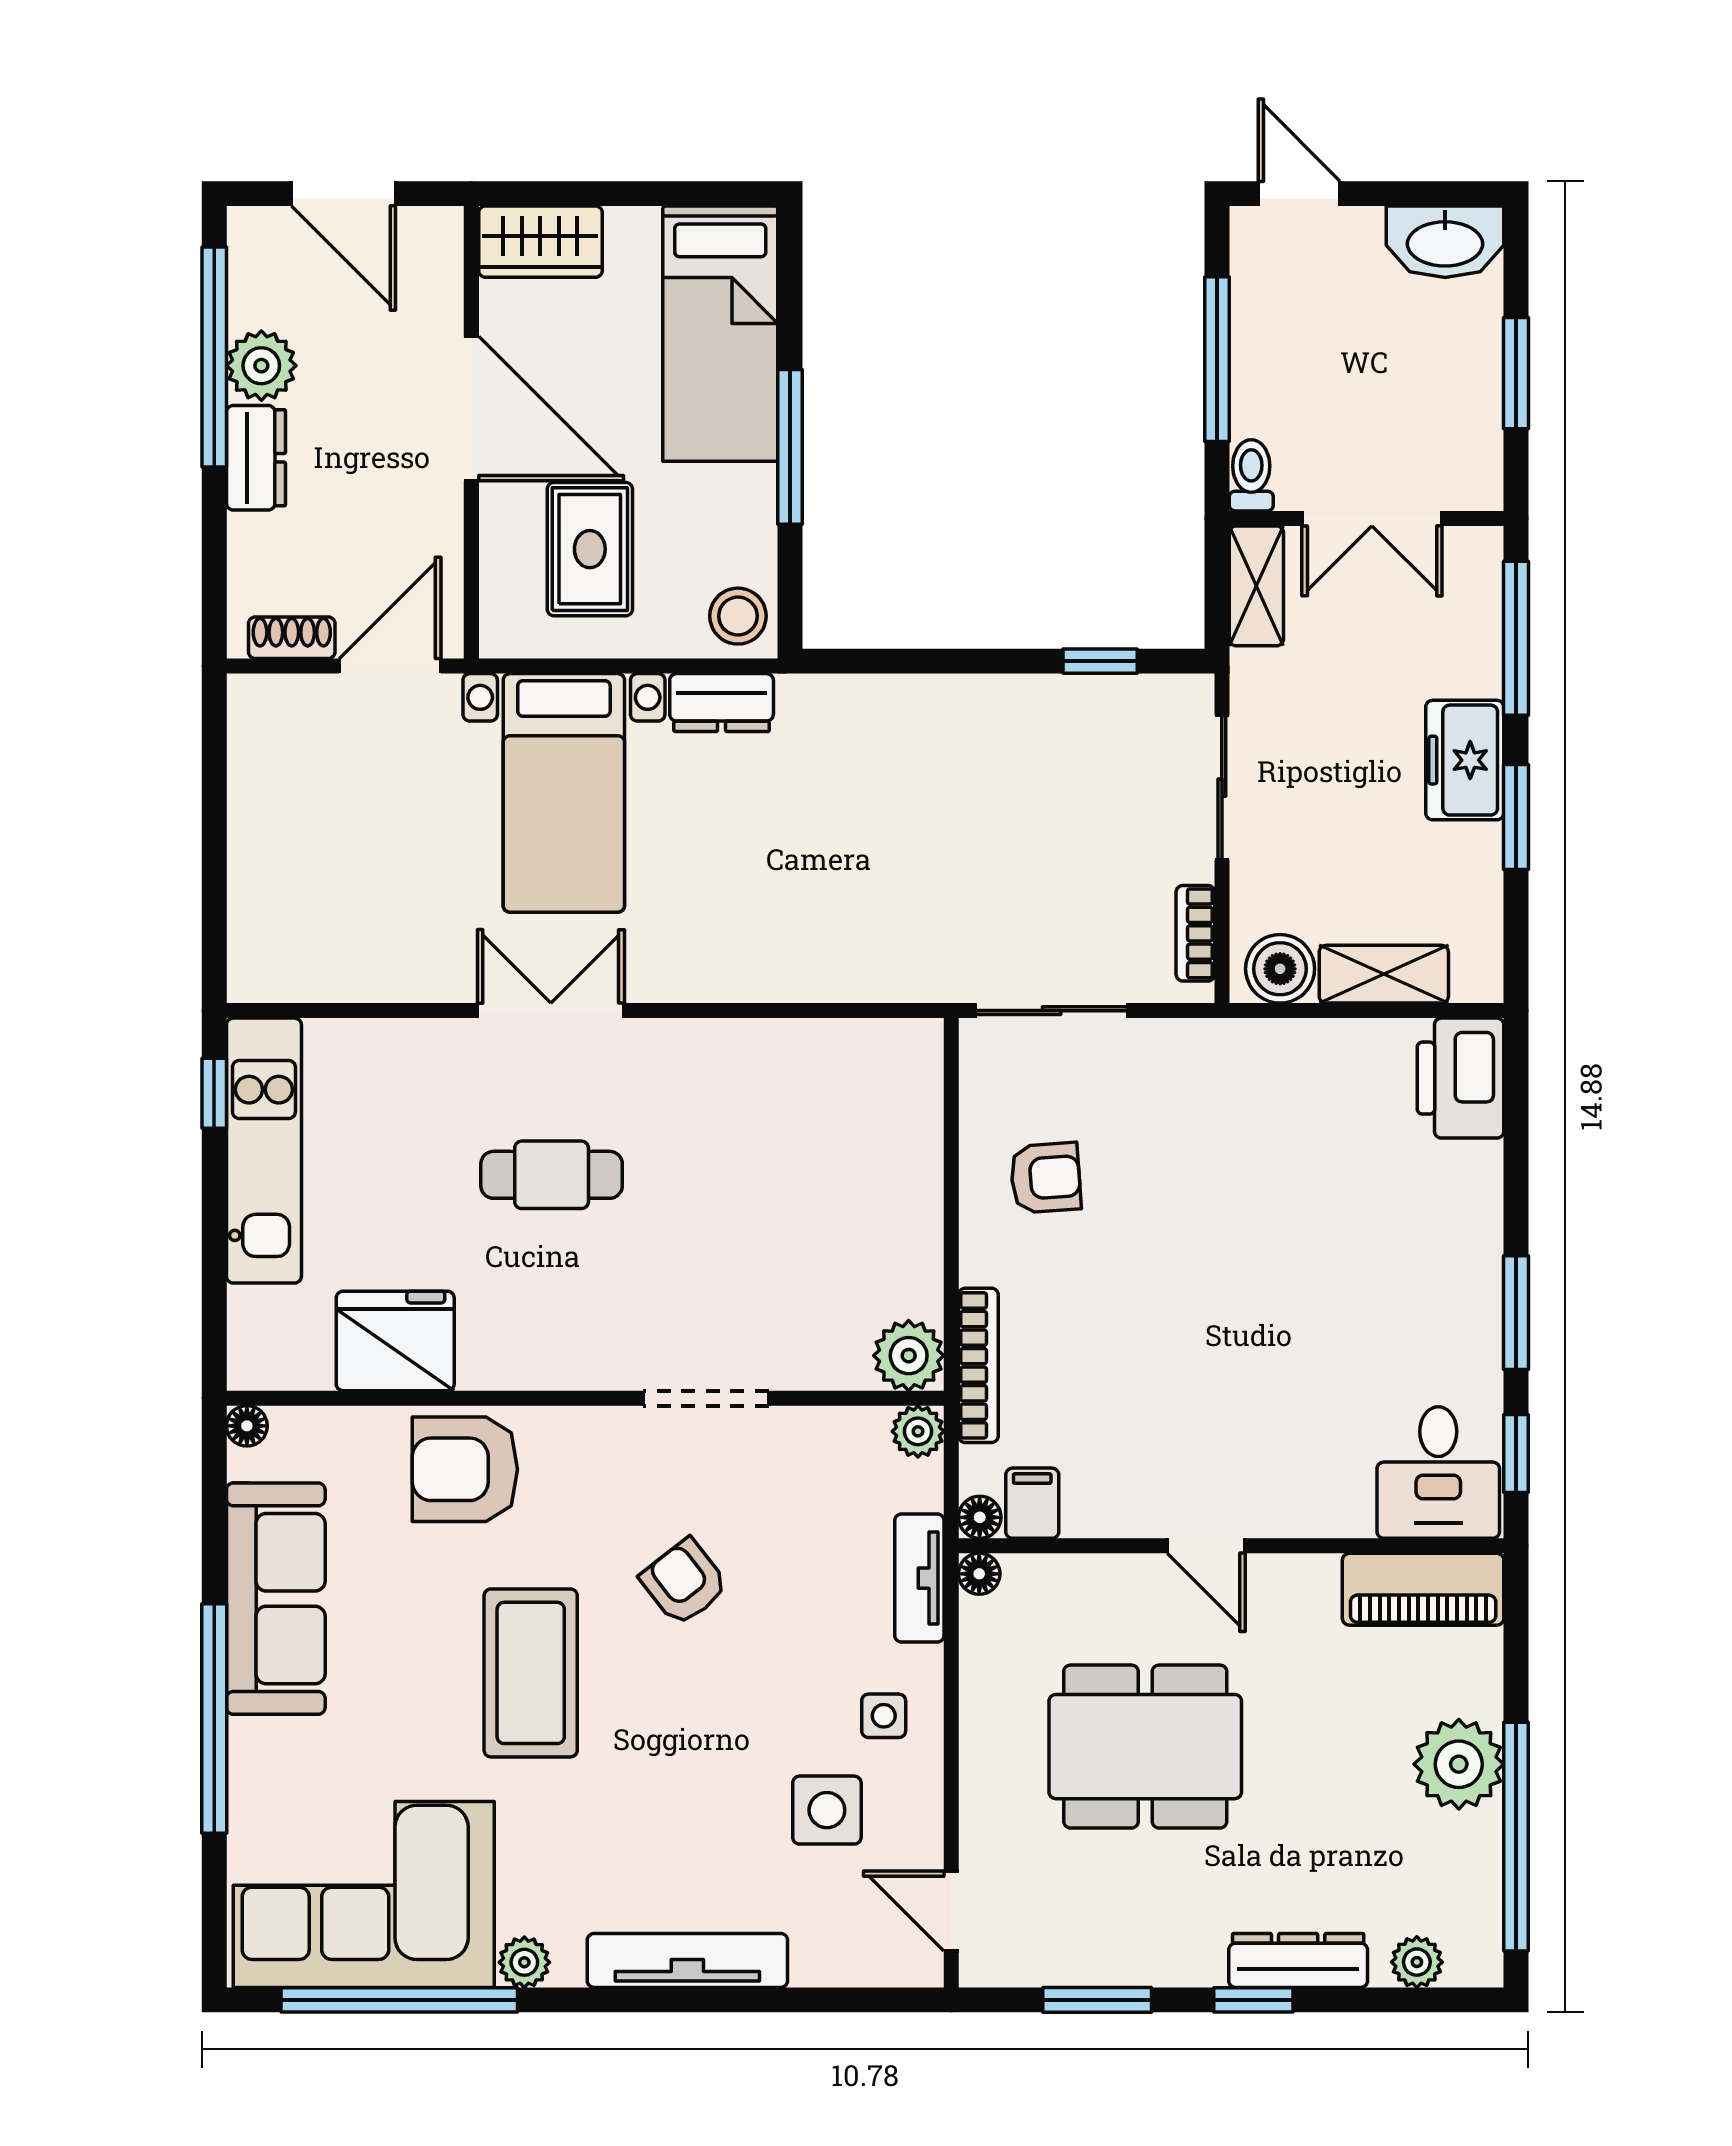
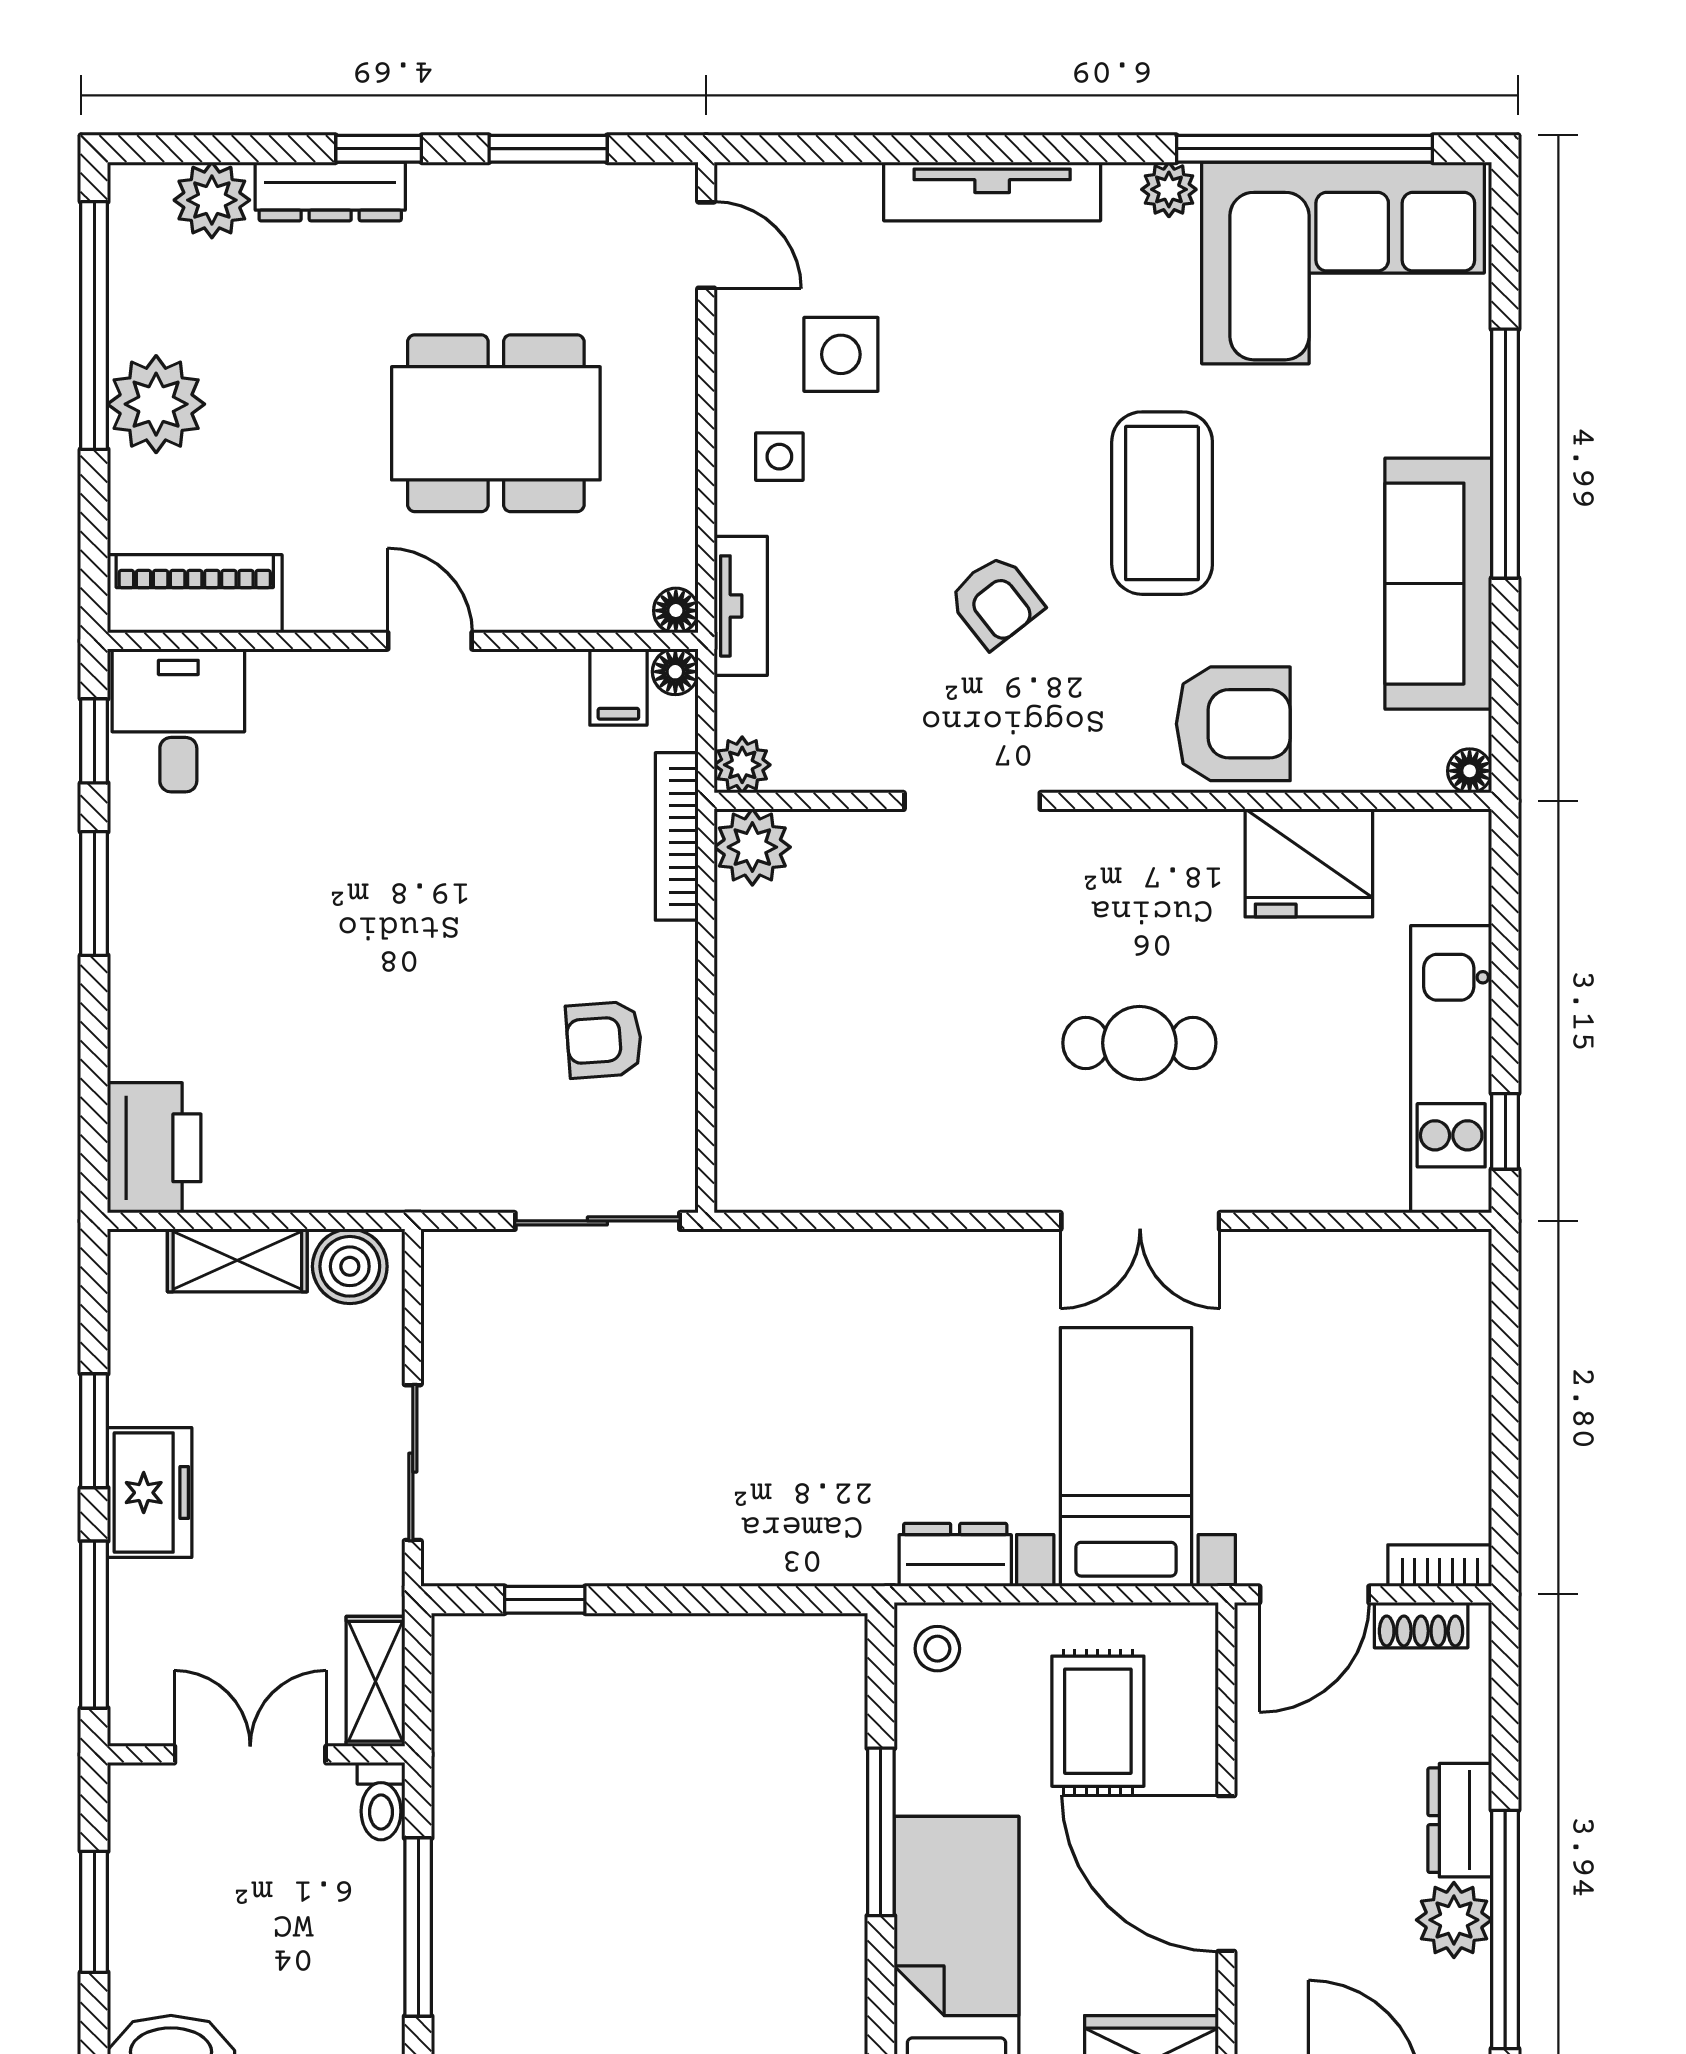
stool: (738, 616) -> (937, 1649), width x0.73, depth x0.73
bookcase: (1195, 933) -> (1440, 1566), moved, turned -90
plant: (1417, 1962) -> (212, 200), width x1.38, depth x1.38

